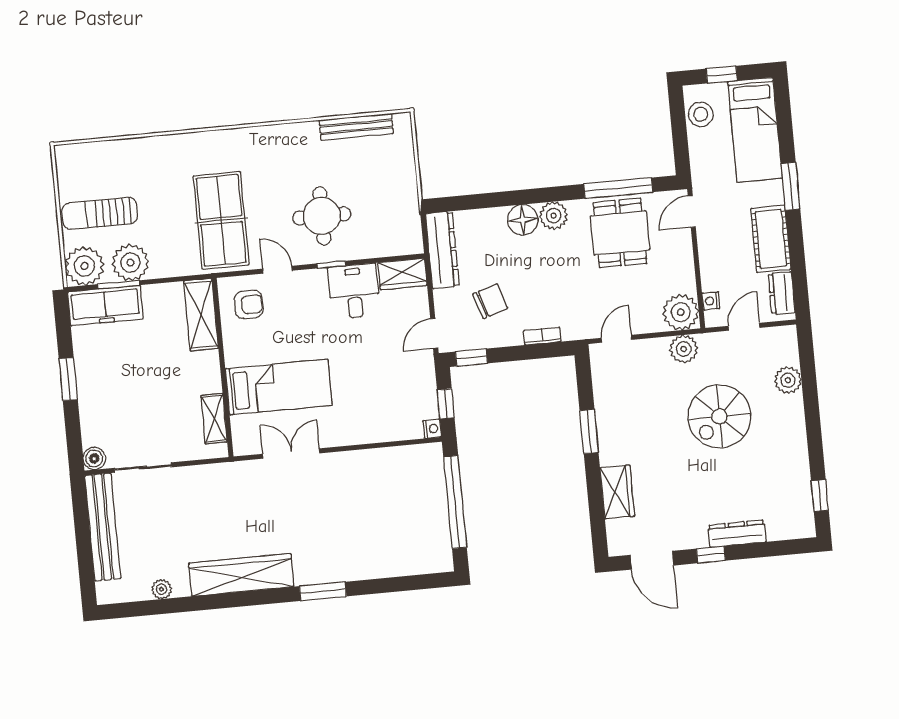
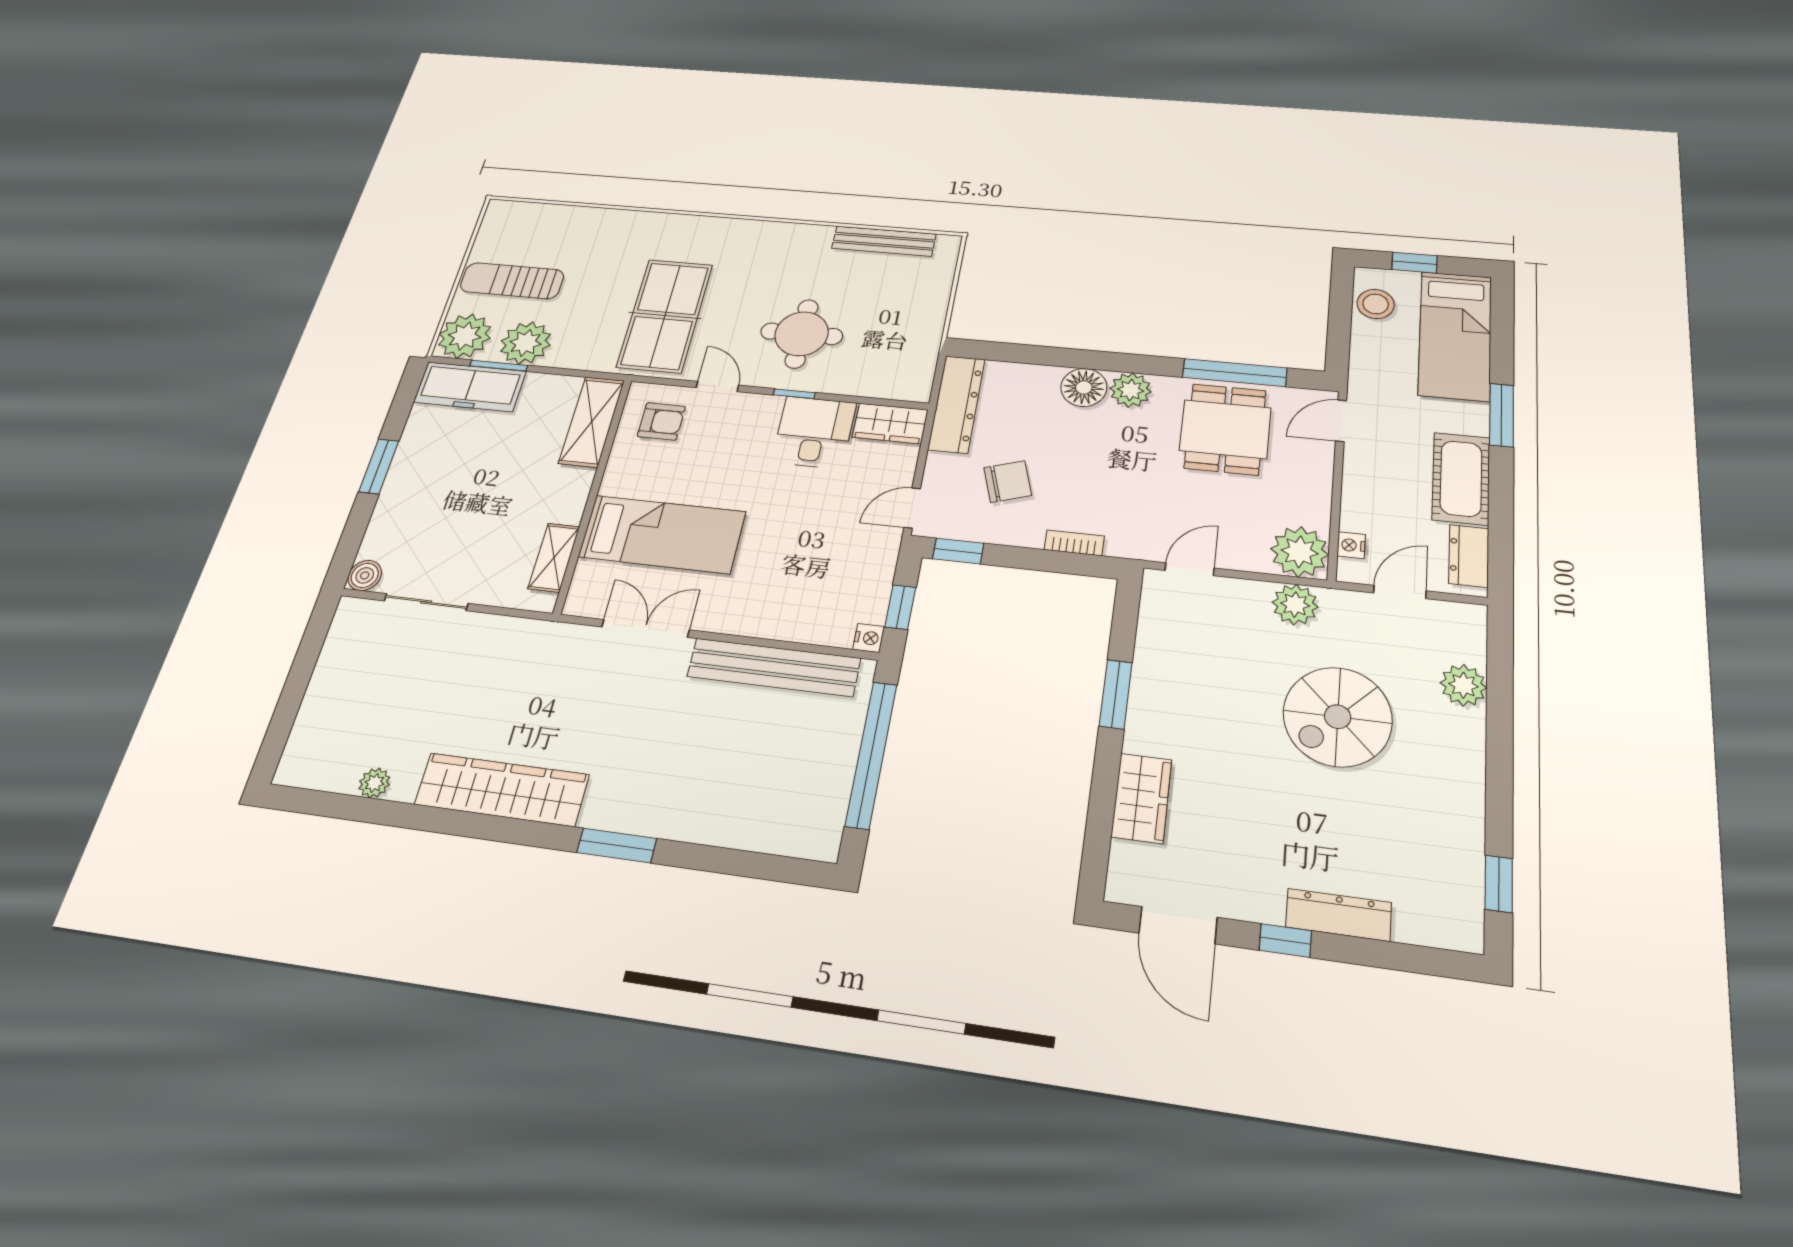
bench: (103, 527) -> (774, 667), moved, turned 90

